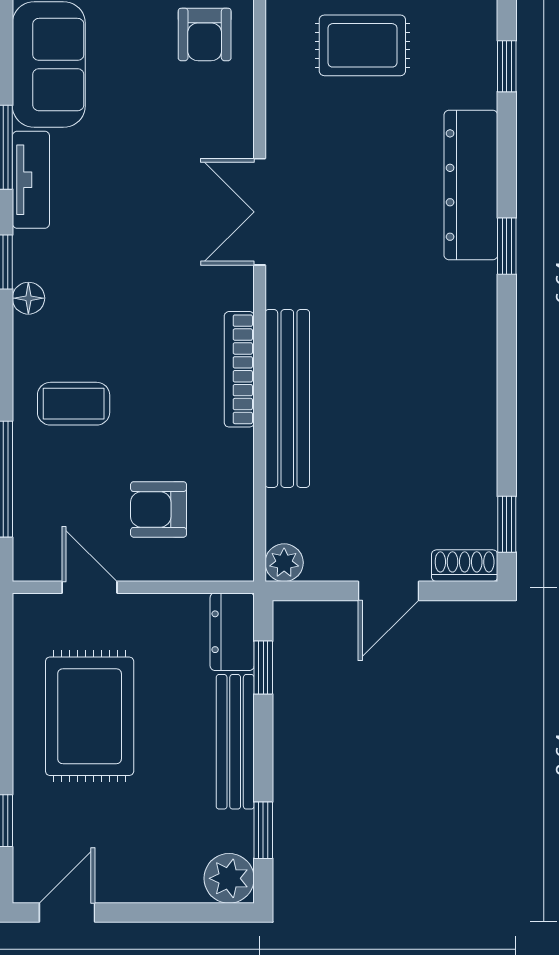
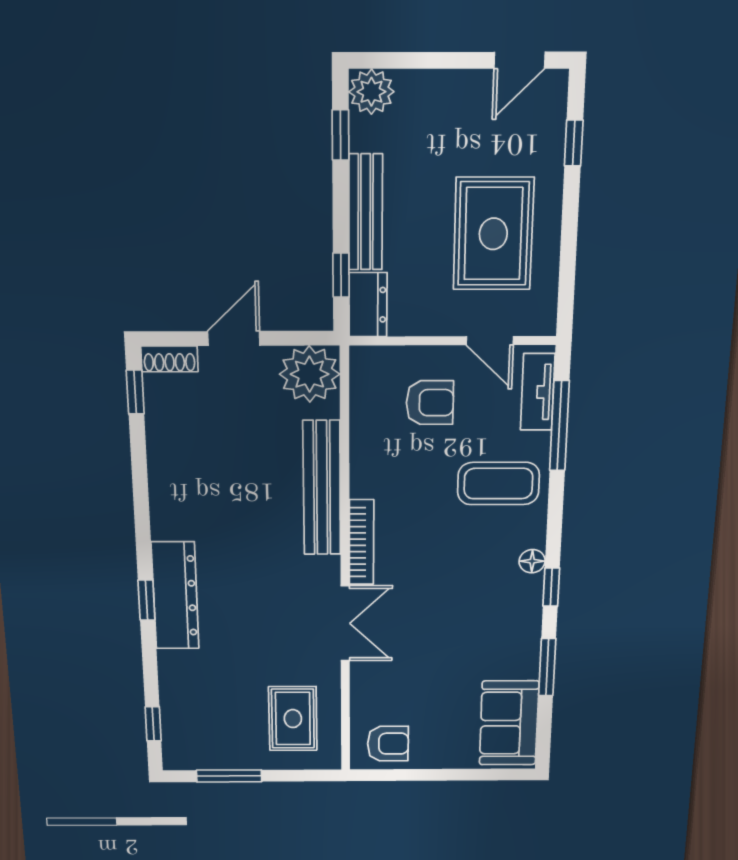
armchair: (205, 34) -> (388, 744), turned 90
rug: (362, 45) -> (293, 719), moved, turned 90
tv unit: (31, 180) -> (538, 392), moved
dresser: (471, 185) -> (175, 596), moved
bookcase: (239, 369) -> (361, 542), moved
coffee table: (74, 404) -> (498, 484), width x1.36, depth x1.30
plant: (284, 563) -> (310, 374), width x1.87, depth x1.87

